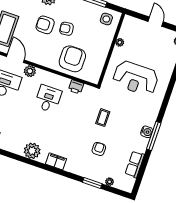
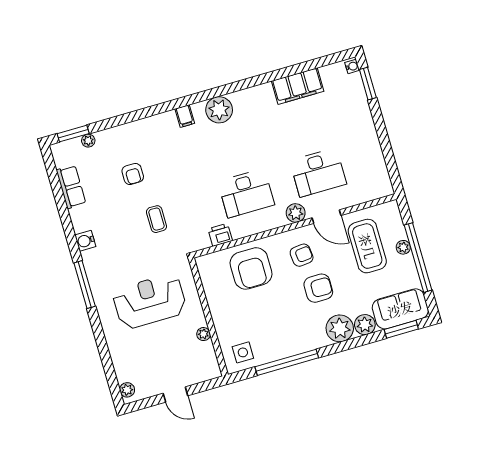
armchair: (67, 29) -> (302, 255), moved
desk: (48, 99) -> (246, 193), width x1.37
window: (154, 136) -> (85, 285), moved
filing cabinet: (56, 161) -> (185, 116), width x0.50
window: (92, 183) -> (73, 134), moved

